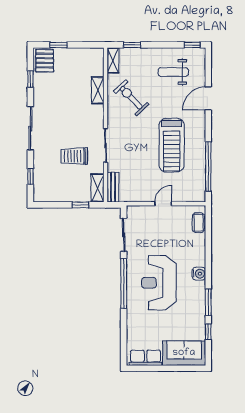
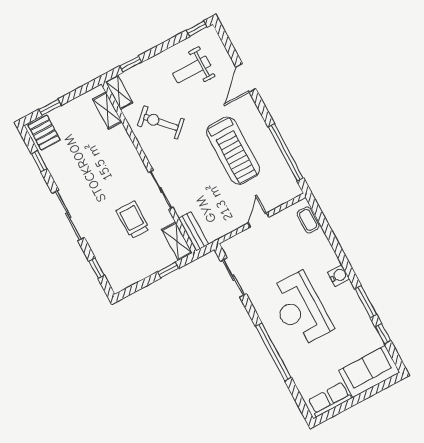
shelving: (98, 90) -> (107, 111), moved
trolley: (74, 156) -> (133, 220), turned 90
window: (124, 283) -> (273, 352), moved

